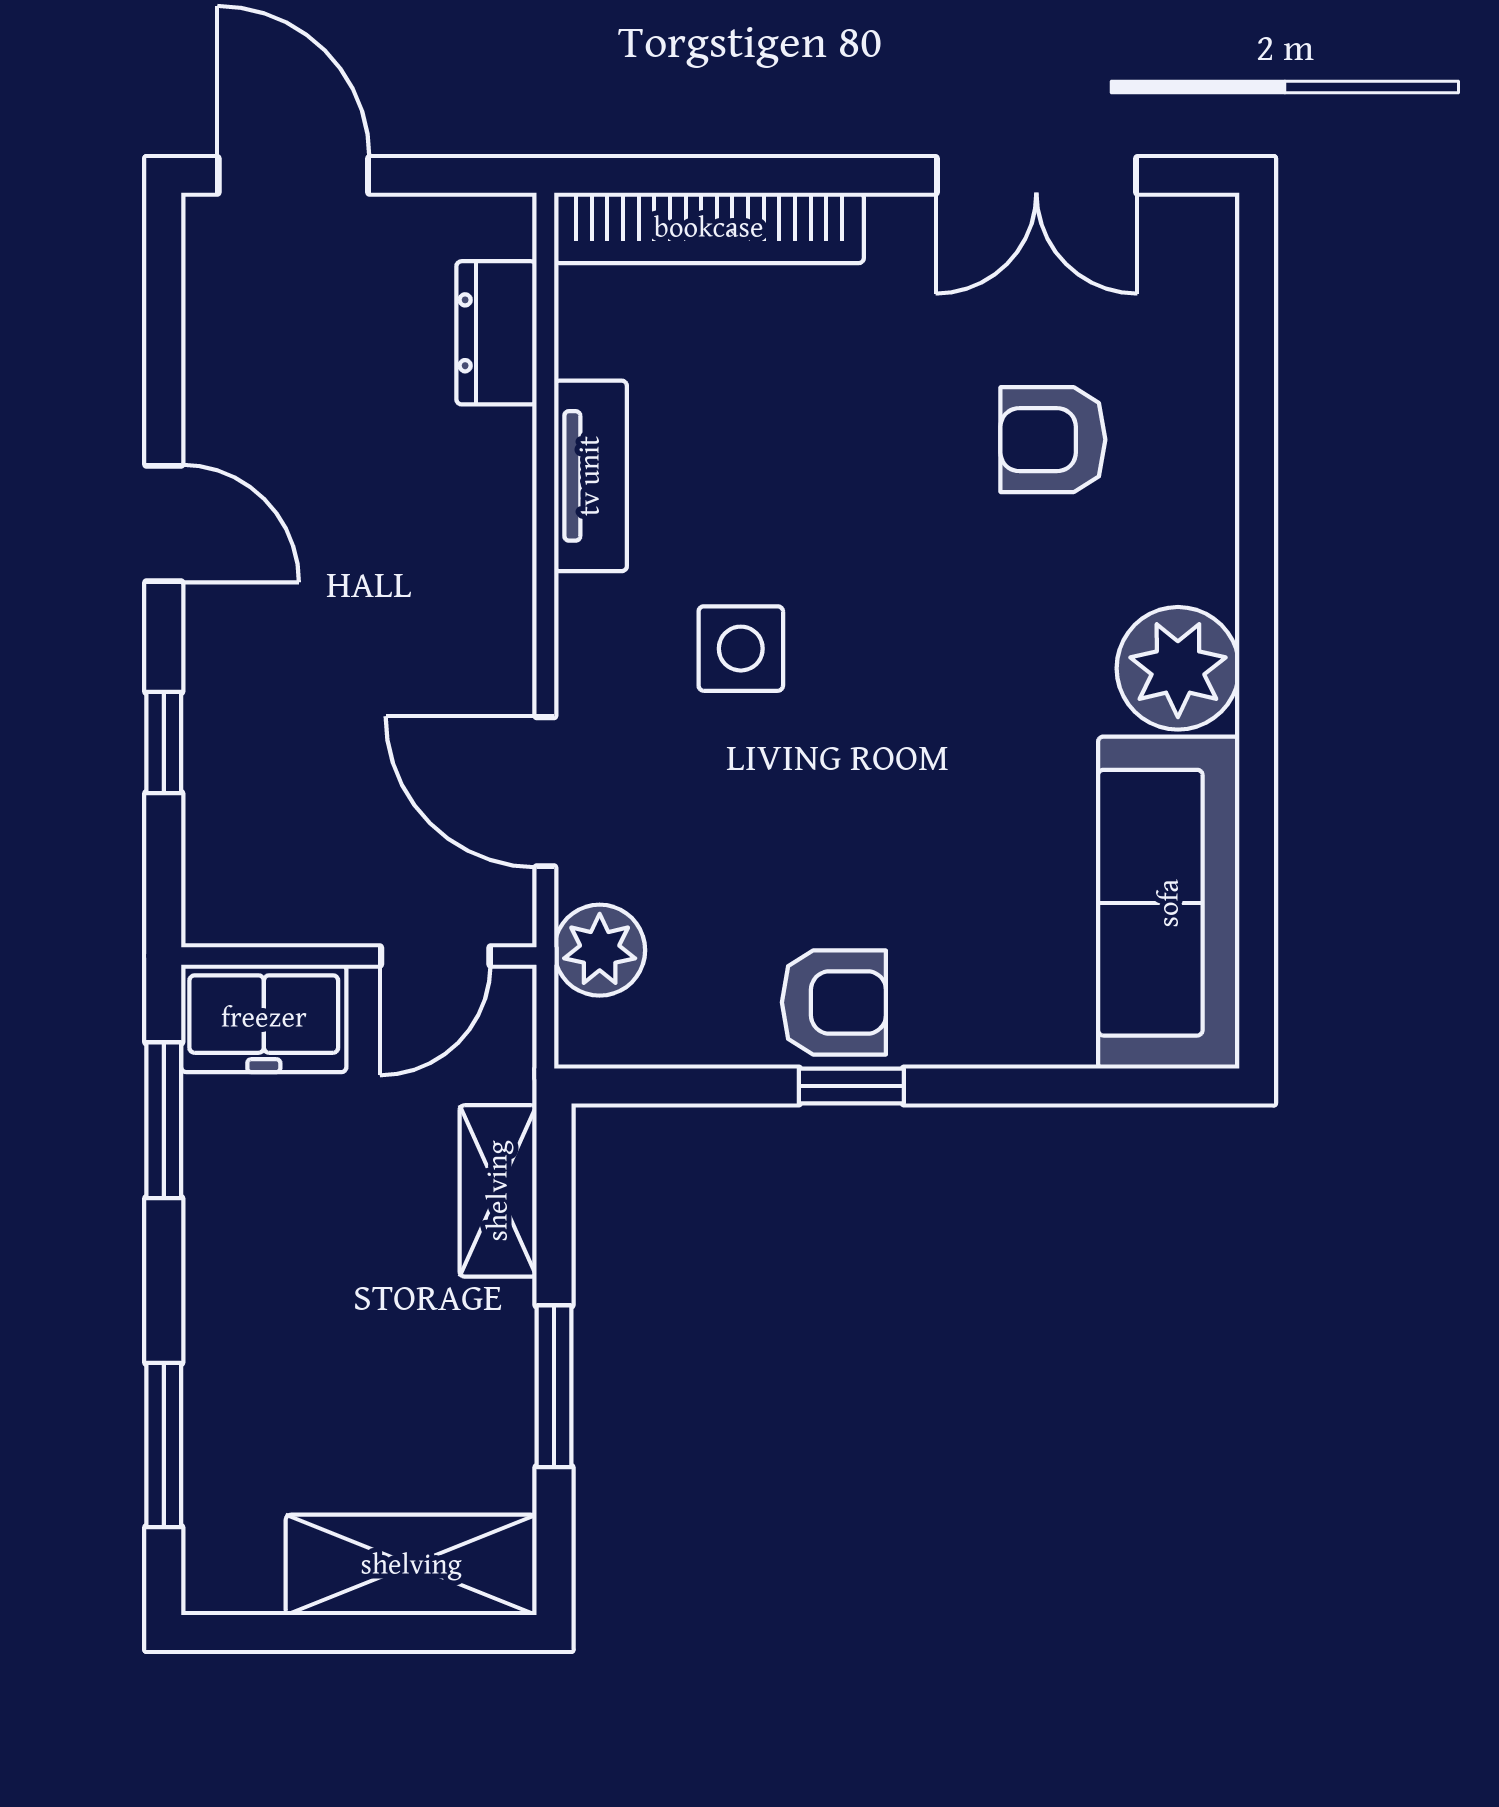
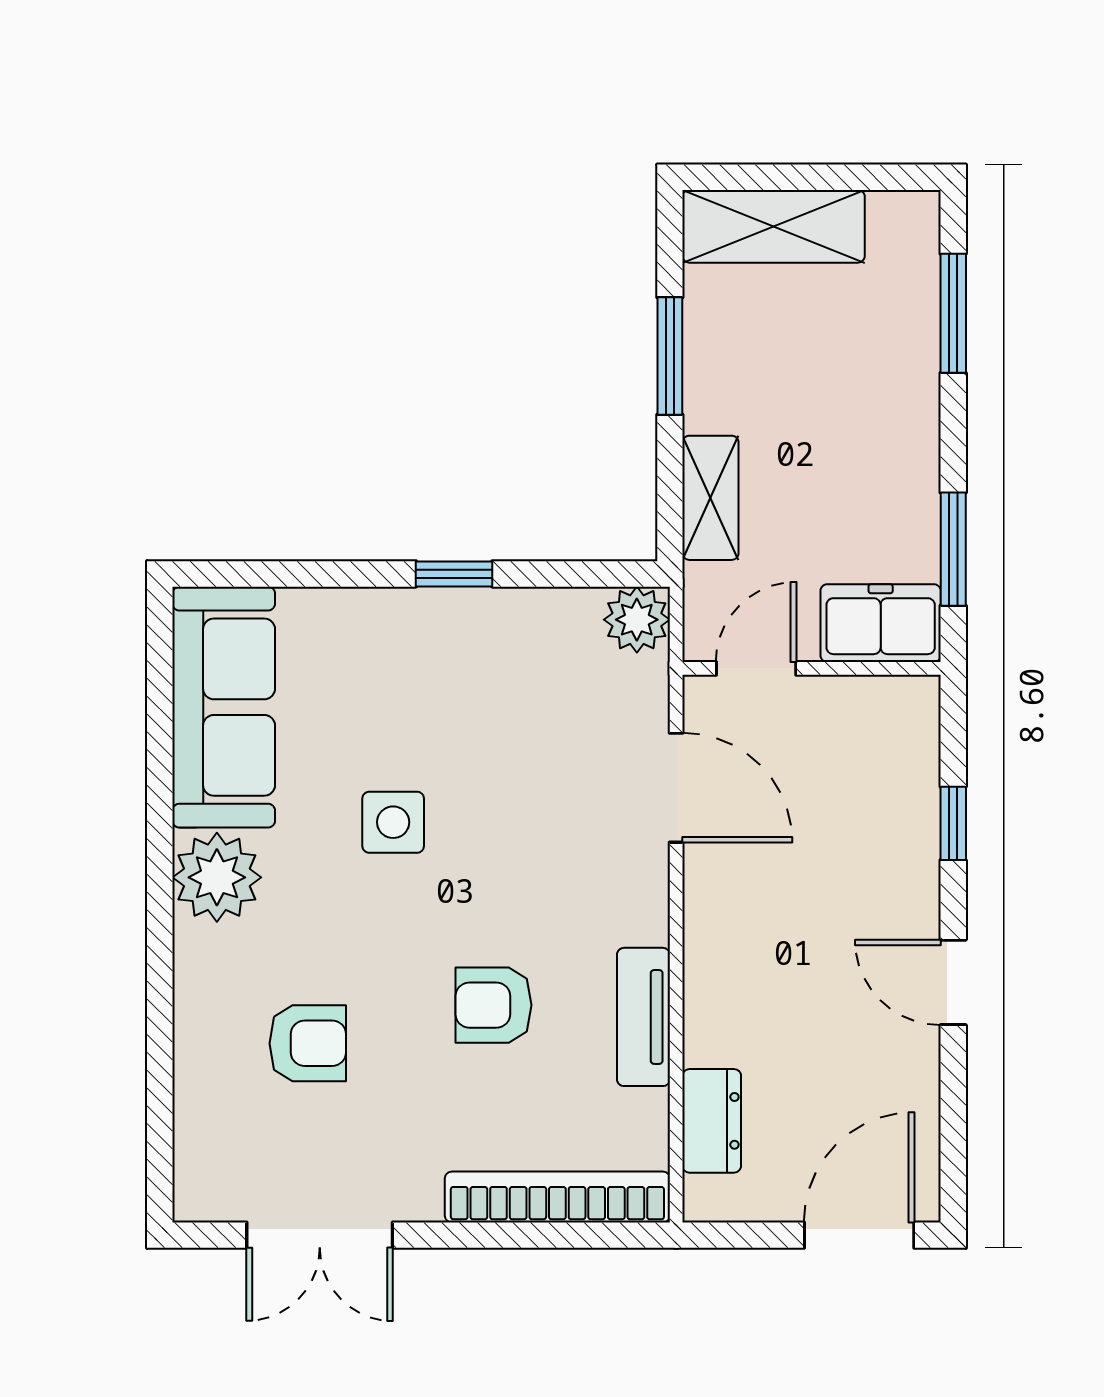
door: (293, 175) -> (859, 1235), swing flipped
double door: (1036, 175) -> (320, 1235), swing flipped
side table: (741, 649) -> (393, 822), moved
plant: (600, 950) -> (637, 620), moved
armchair: (834, 1002) -> (493, 1005), moved

